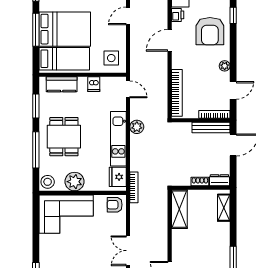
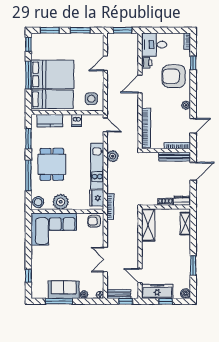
armchair: (210, 31) -> (174, 76), turned 90

